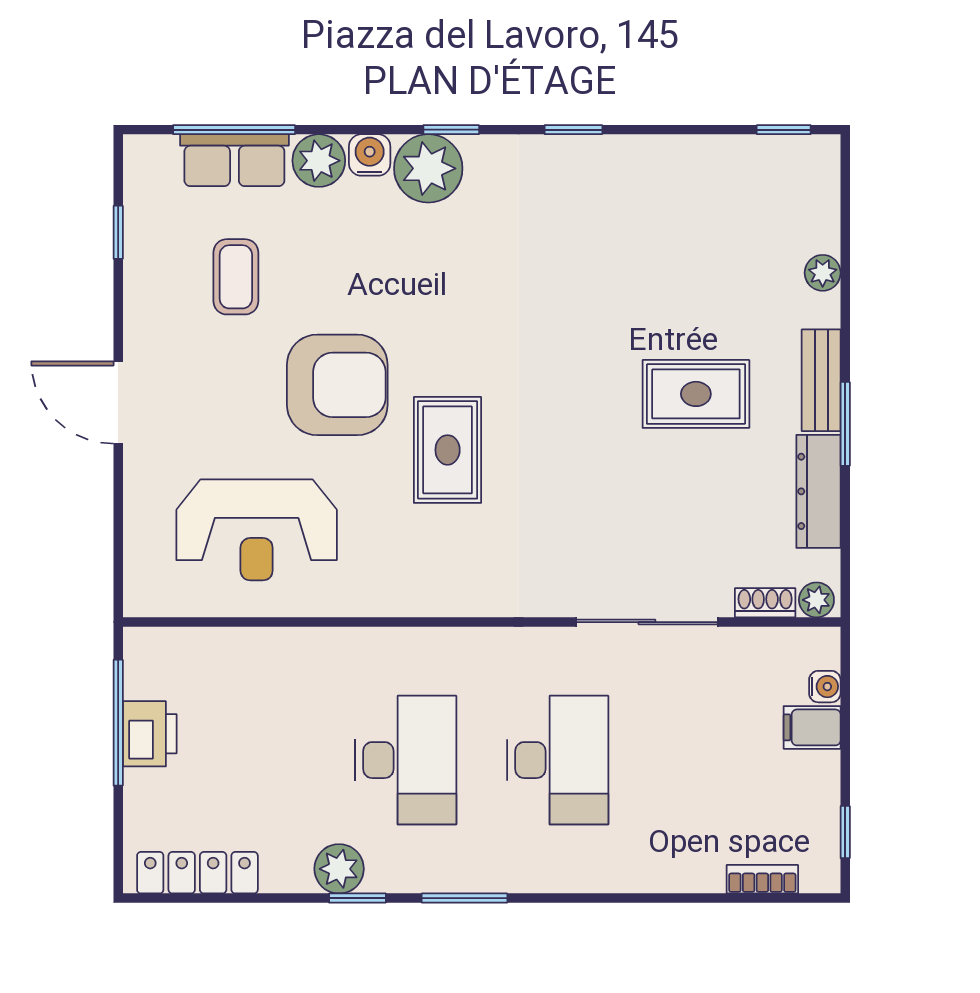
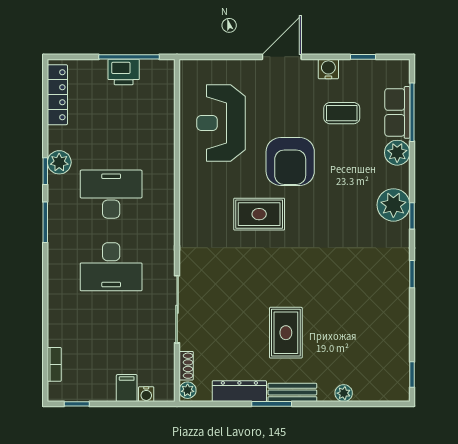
water cooler: (370, 155) -> (328, 69), moved, turned -90
desk: (406, 760) -> (111, 194), turned 180

